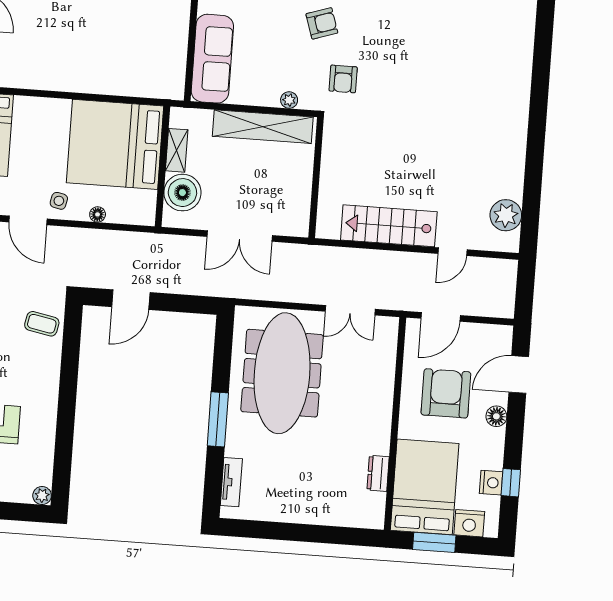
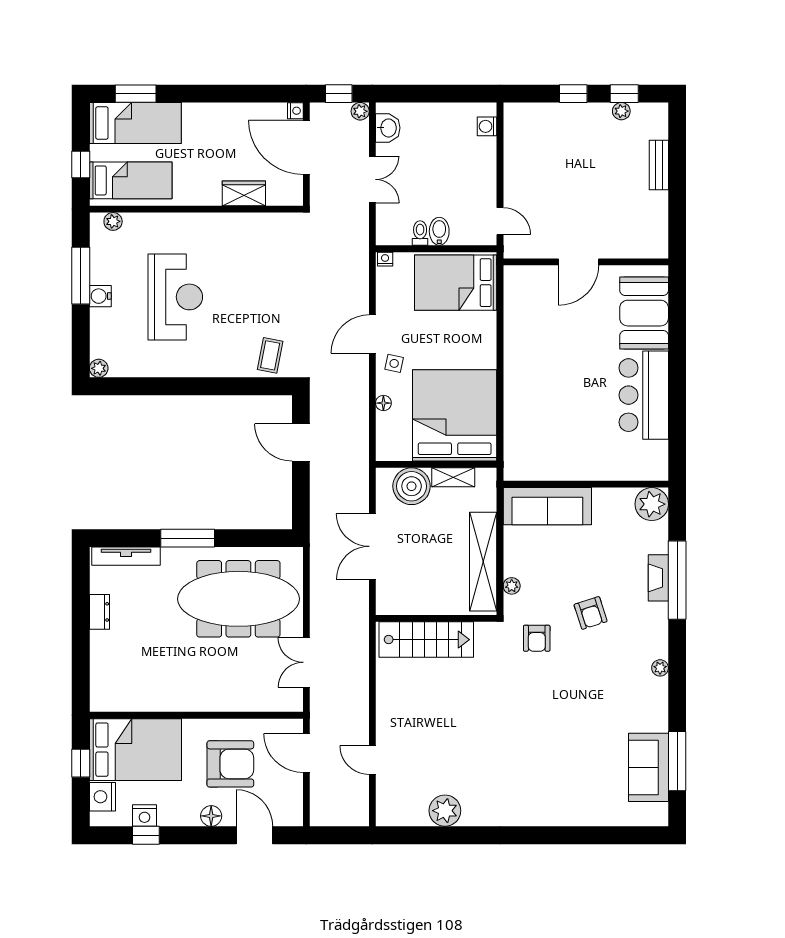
armchair: (343, 79) -> (537, 638), turned -90
plant: (506, 215) -> (445, 811), moved
stairs: (389, 226) -> (426, 640), moved, turned 90
dresser: (378, 473) -> (99, 612), moved, turned 90
tv unit: (231, 482) -> (126, 556), width x1.41
window: (434, 542) -> (81, 763), width x0.67

